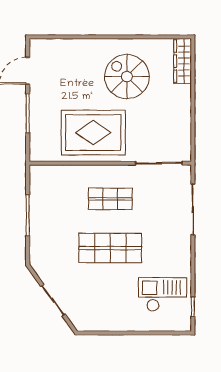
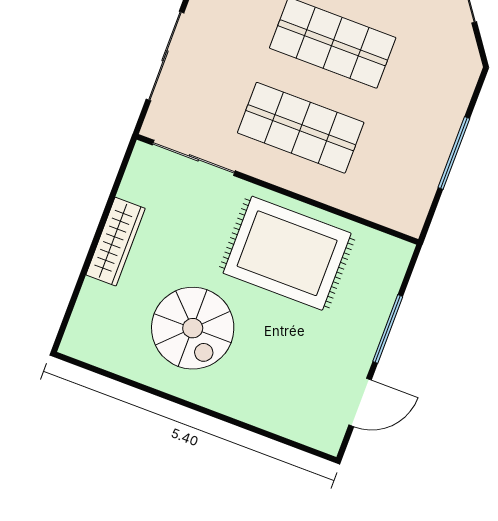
wardrobe: (183, 61) -> (116, 242), moved
shop shelf: (110, 199) -> (301, 128), width x1.43, depth x1.36

